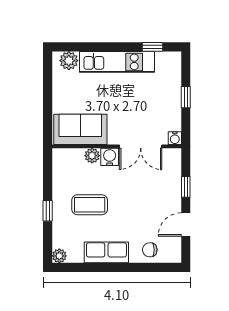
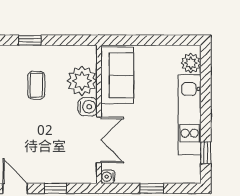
double door: (141, 146) -> (99, 140), swing flipped
plant: (92, 156) -> (82, 81), width x1.88, depth x1.88
coffee table: (90, 205) -> (36, 85), width x0.73, depth x0.77

